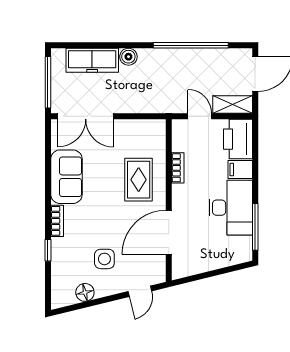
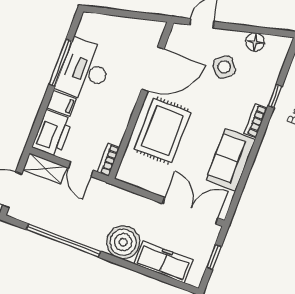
boiler: (128, 57) -> (123, 242), width x1.86, depth x1.86
window: (48, 82) -> (214, 257), width x0.46
bookcase: (178, 168) -> (108, 160), moved
rug: (139, 180) -> (163, 131), width x1.36, depth x1.43
window: (255, 227) -> (60, 63), moved
side table: (104, 259) -> (224, 67), turned -37

